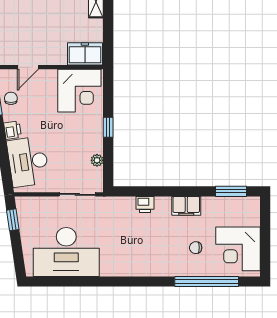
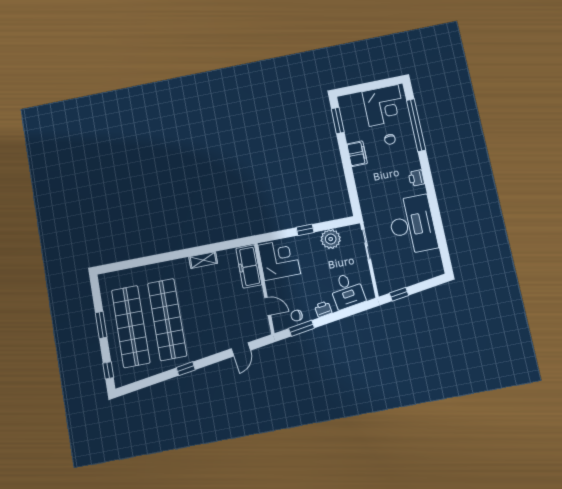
freezer: (85, 54) -> (249, 267), width x1.40
plant: (97, 160) -> (331, 239), width x1.88, depth x1.88
desk: (28, 162) -> (347, 291), width x0.73
printer: (145, 204) -> (416, 178), moved, turned 180
desk: (66, 252) -> (412, 225), moved

